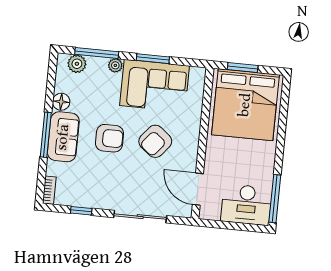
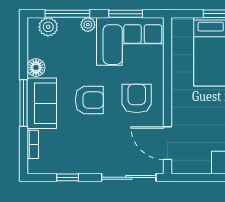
armchair: (155, 141) -> (137, 98), turned 141
wall: (202, 143) -> (167, 96), moved
door: (198, 189) -> (167, 143), moved
bookcase: (49, 190) -> (33, 144), moved

